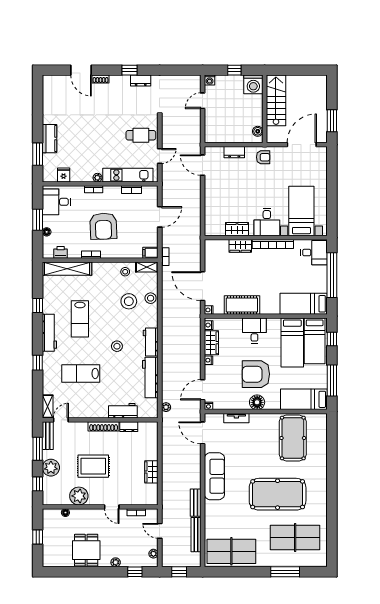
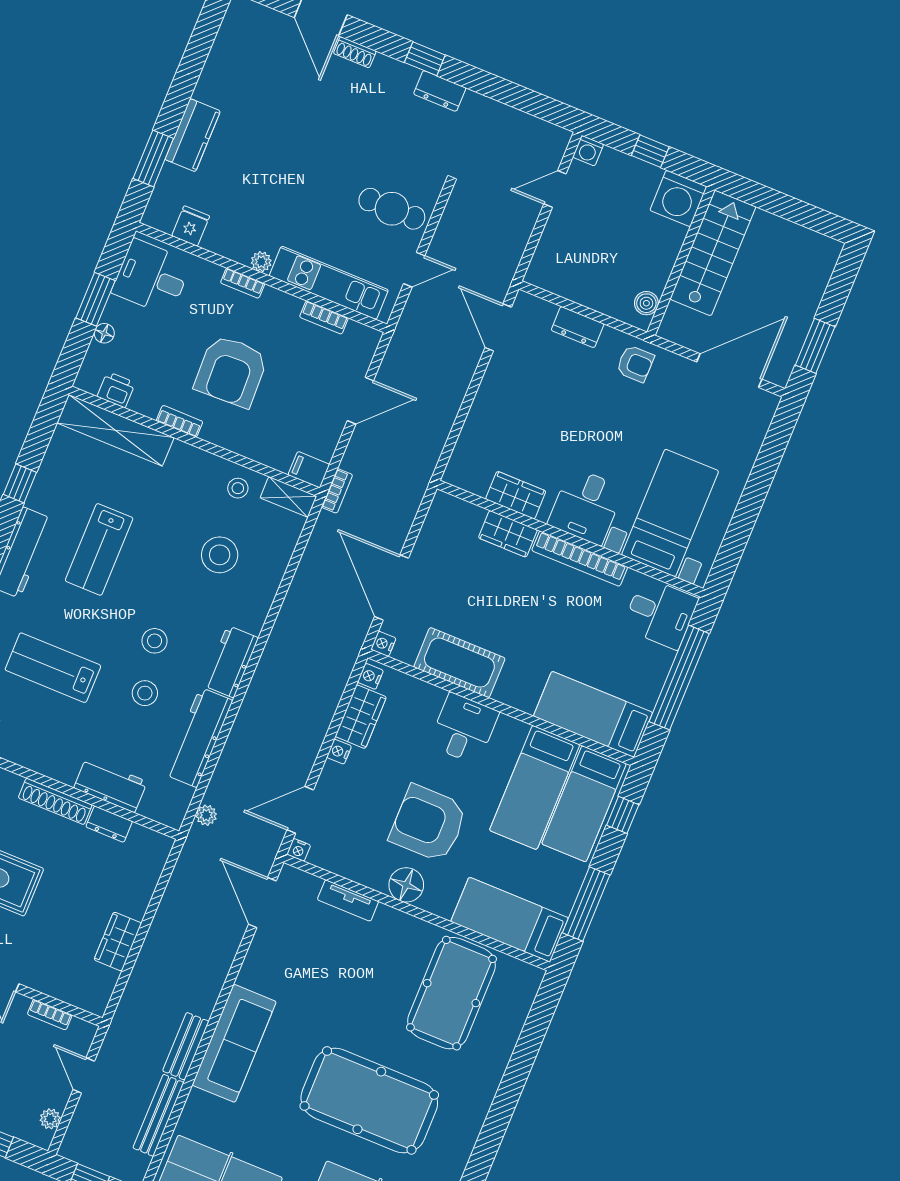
stool: (151, 298) -> (145, 693), moved
sofa: (214, 476) -> (234, 1043), moved

